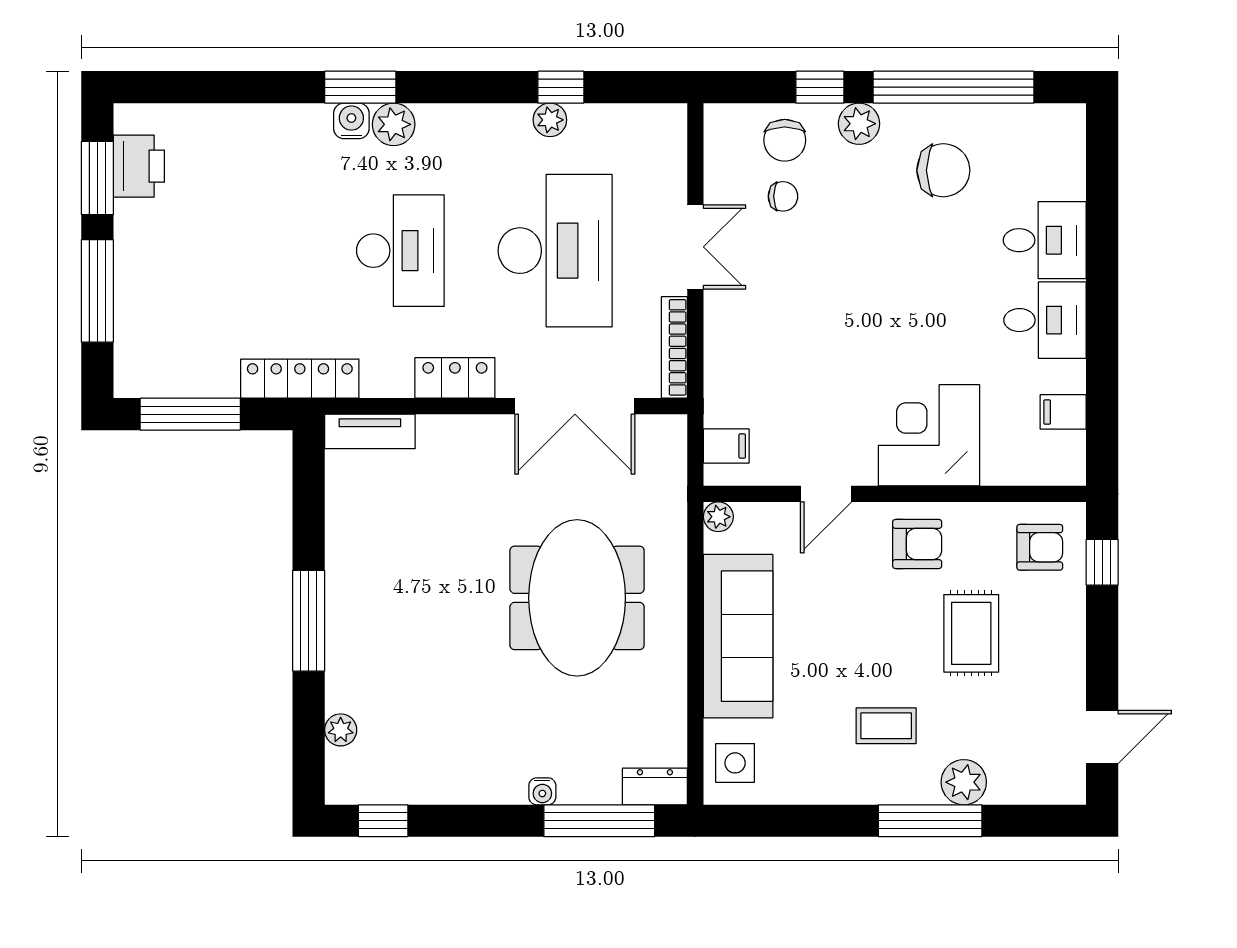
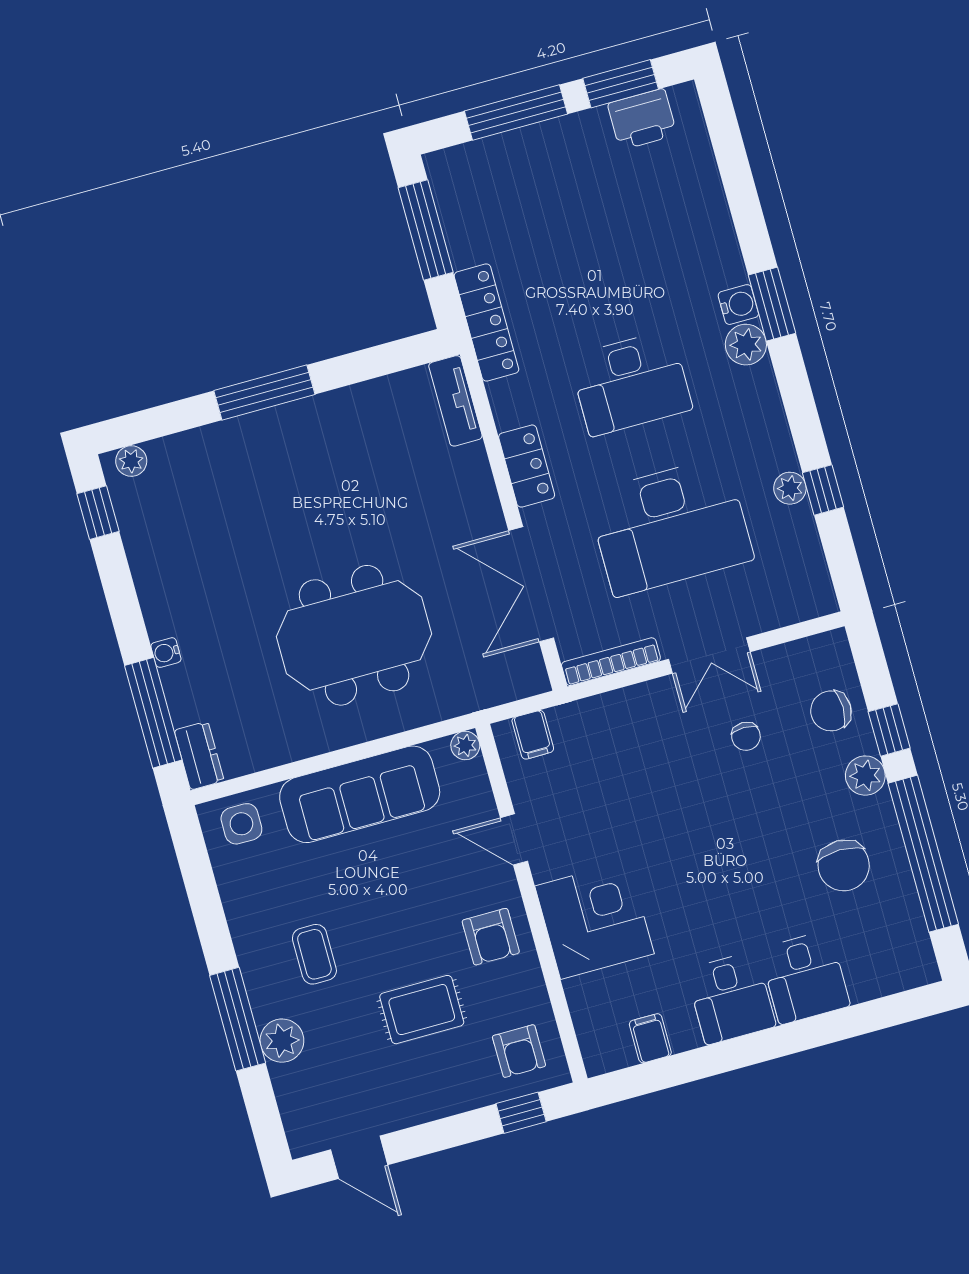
chair: (783, 196) -> (746, 736), moved
plant: (341, 730) -> (131, 461), moved

